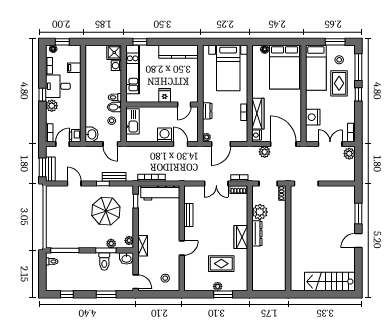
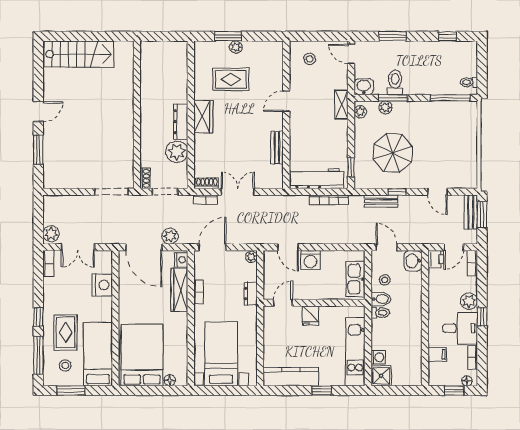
window: (140, 42) -> (321, 391), moved
door: (221, 144) -> (212, 247), moved

